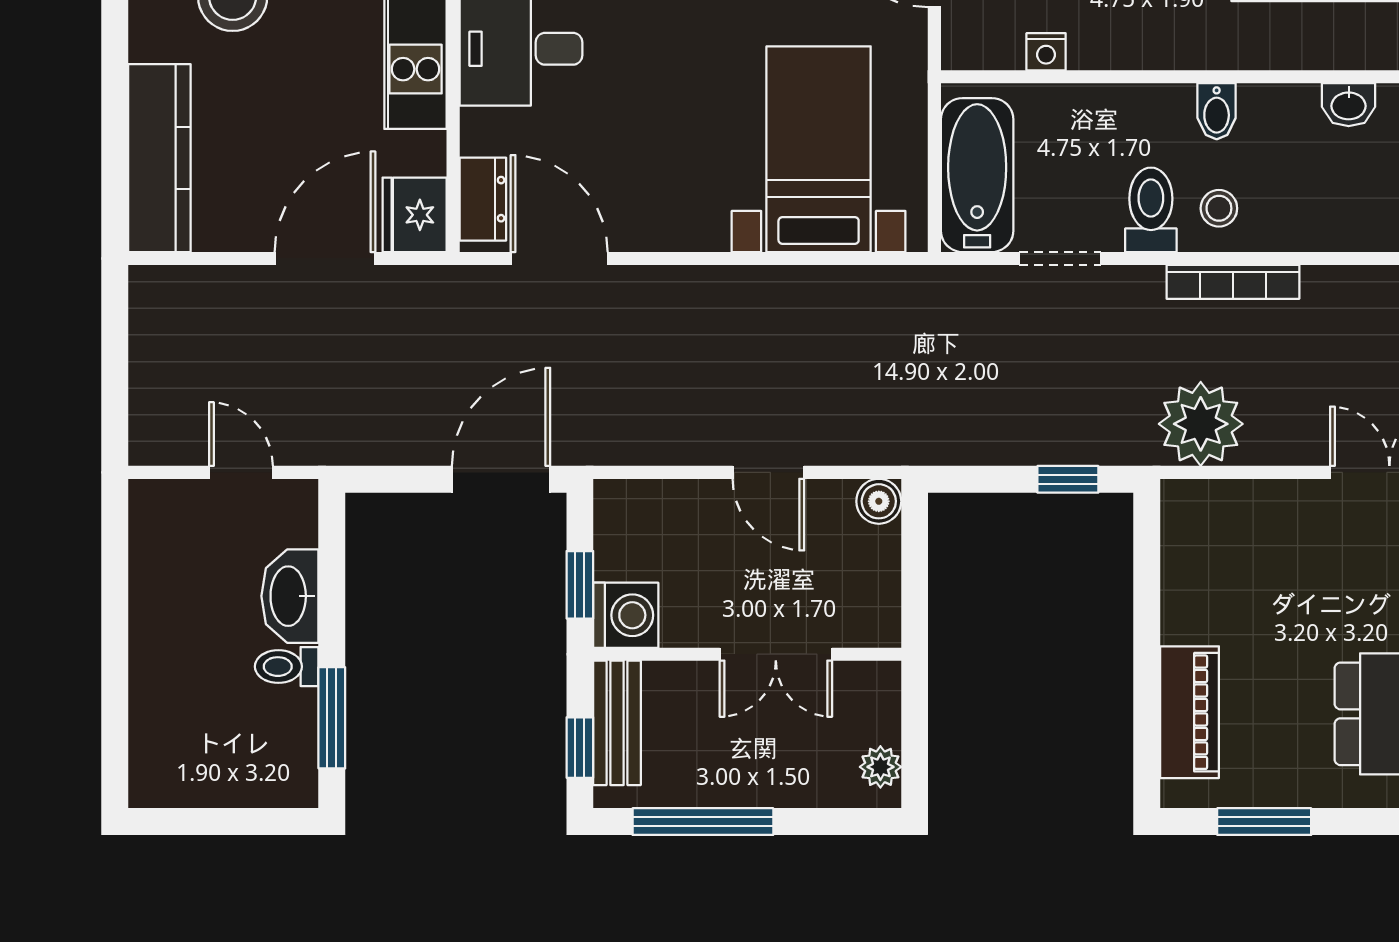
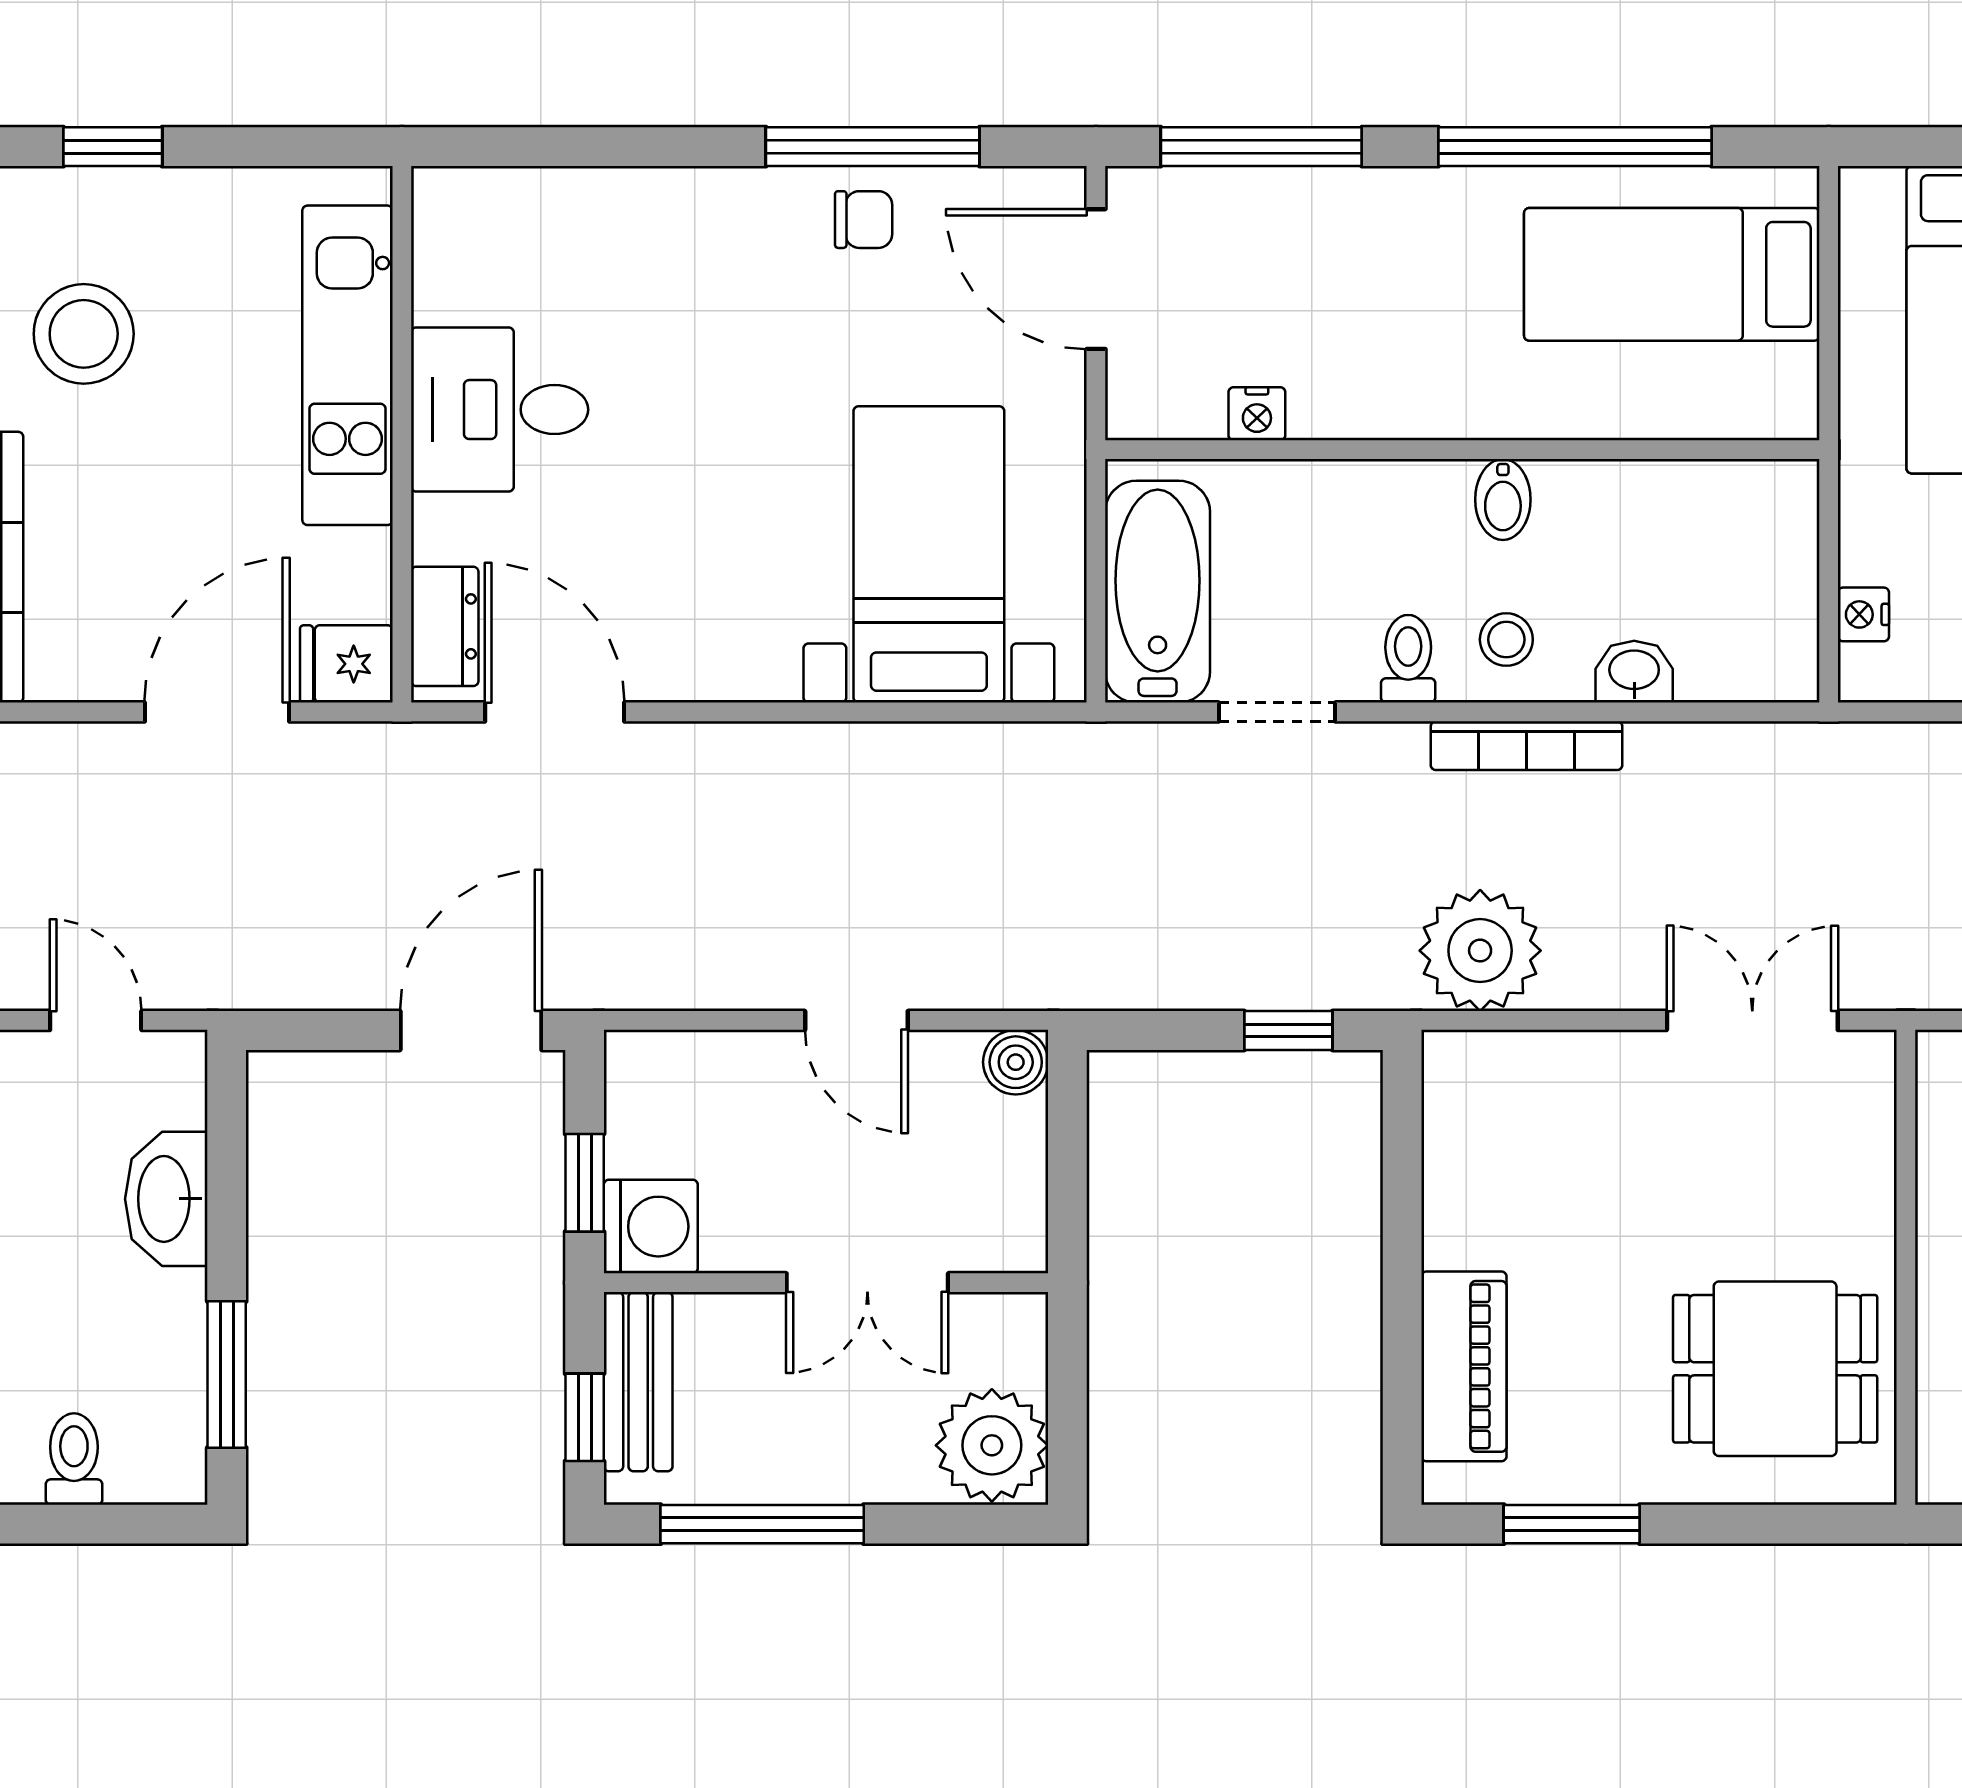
washbasin: (1349, 105) -> (1634, 672), moved, turned 180
toilet: (1151, 210) -> (1408, 659), width x0.73, depth x0.72
fridge: (415, 215) -> (346, 664), width x0.72
toilet: (287, 667) -> (74, 1459), moved, turned 90
plant: (880, 767) -> (992, 1445), width x1.88, depth x1.88

